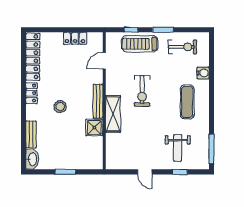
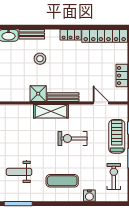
exercise bike: (183, 47) -> (114, 177), turned 180
stool: (60, 107) -> (40, 59), moved

